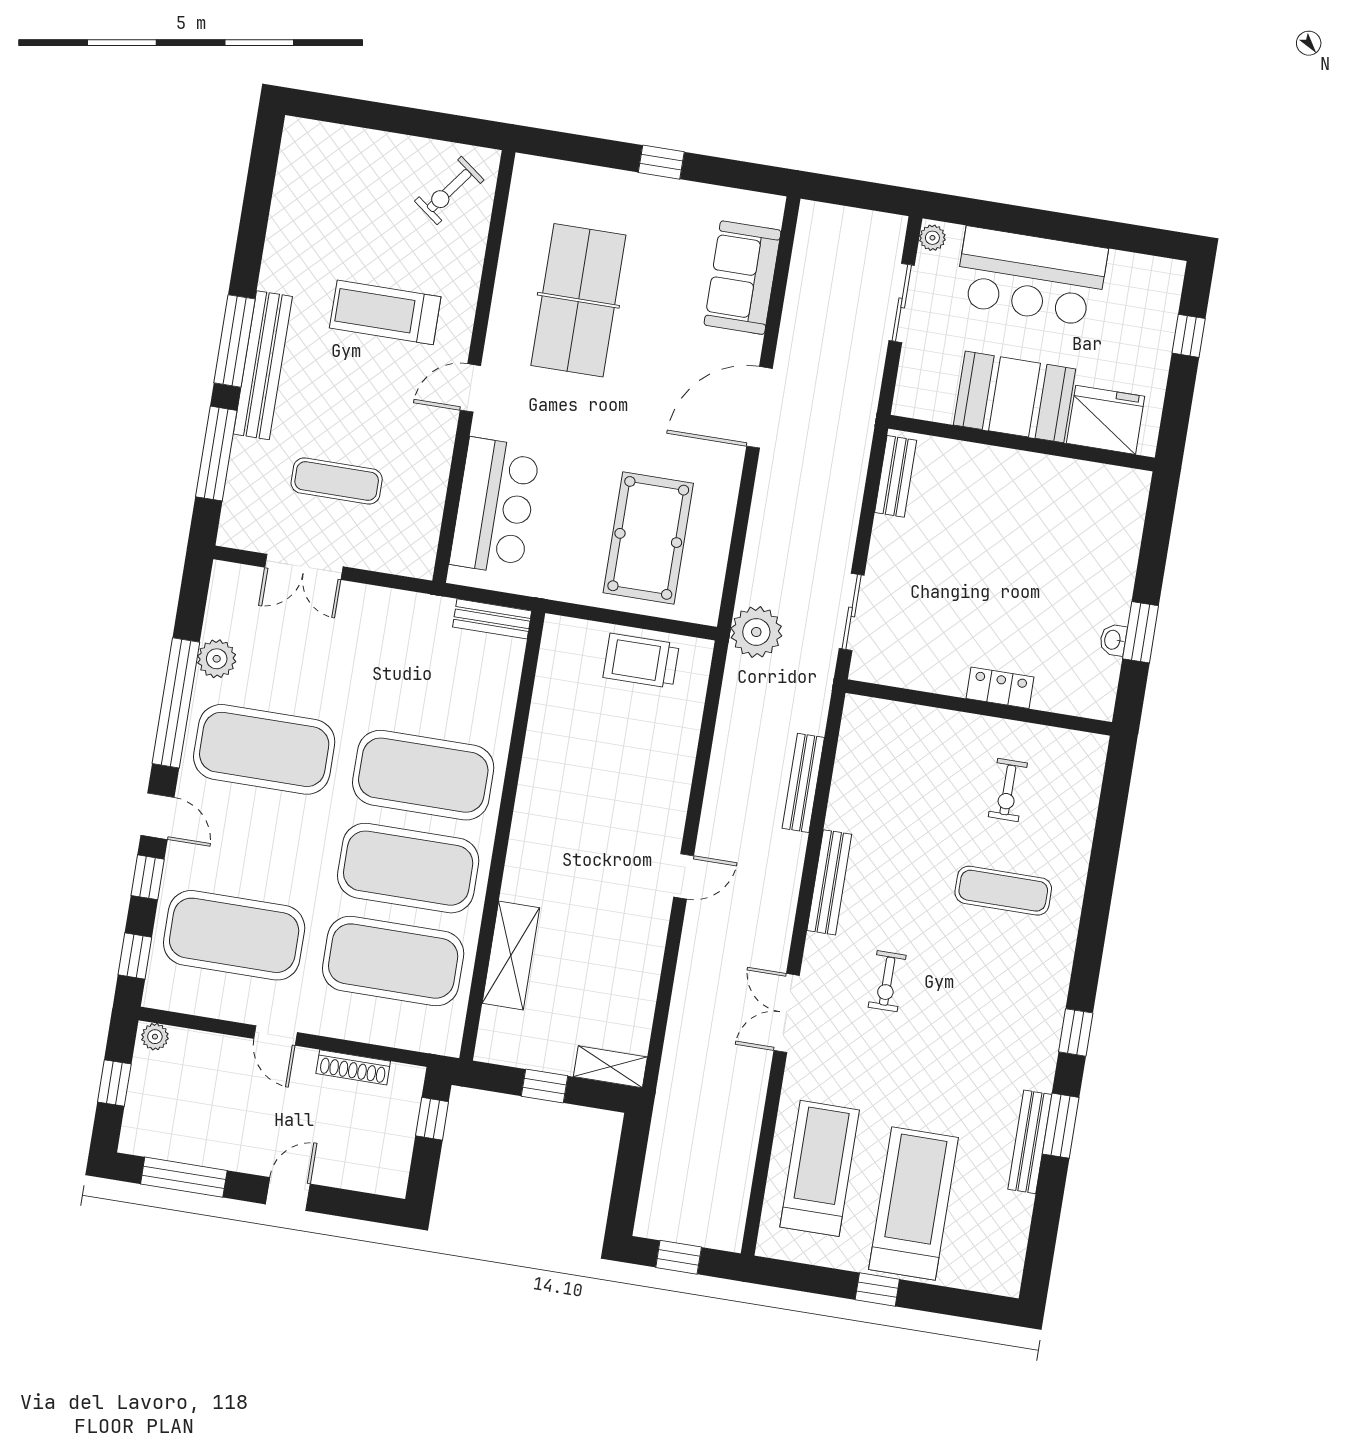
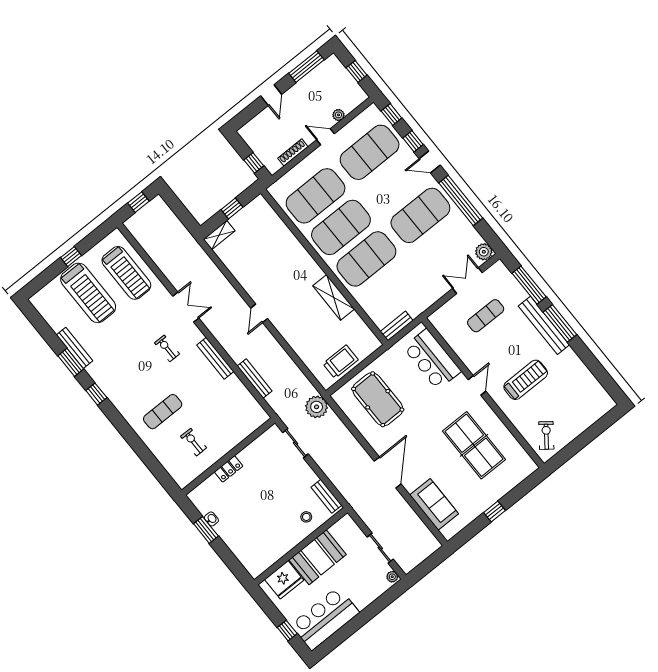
bar counter: (1031, 276) -> (325, 619), moved
stool: (962, 479) -> (306, 517), added
plant: (217, 659) -> (484, 252), moved
shelving: (511, 956) -> (334, 297), moved
plant: (155, 1037) -> (338, 115), moved

